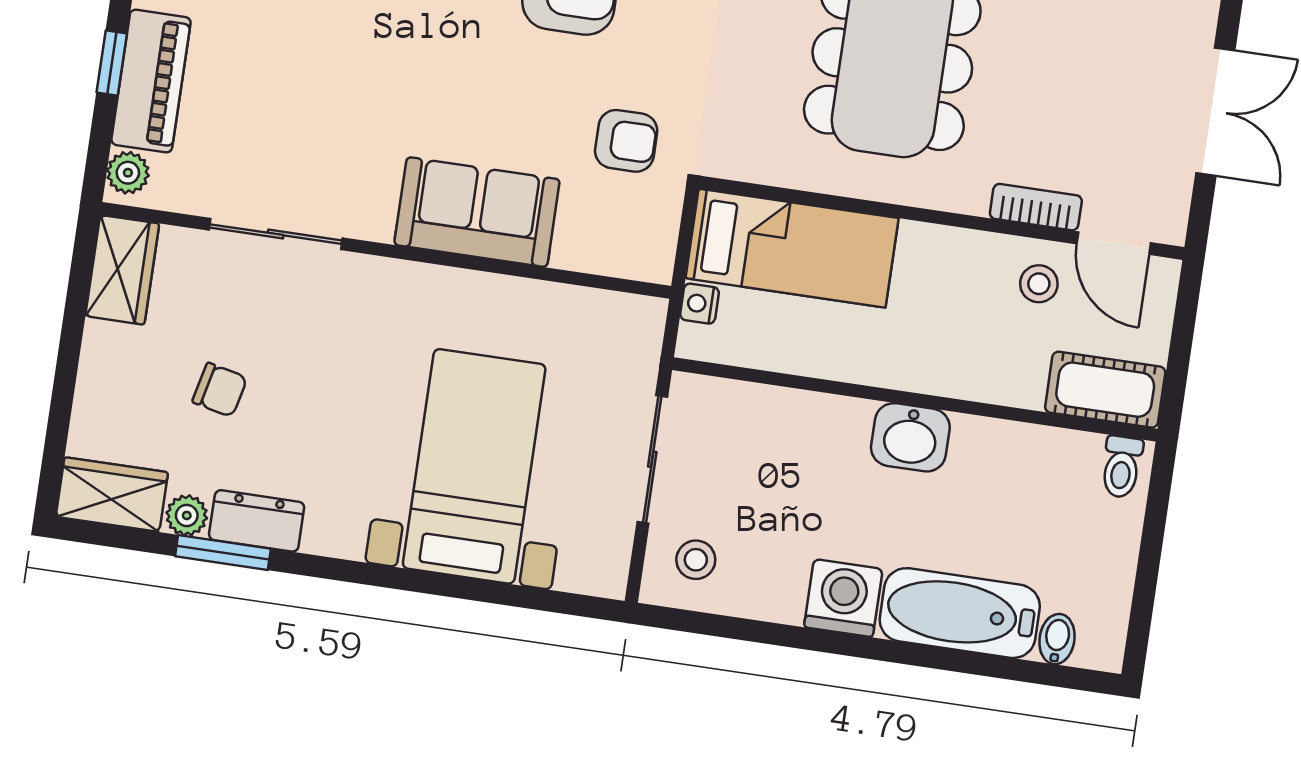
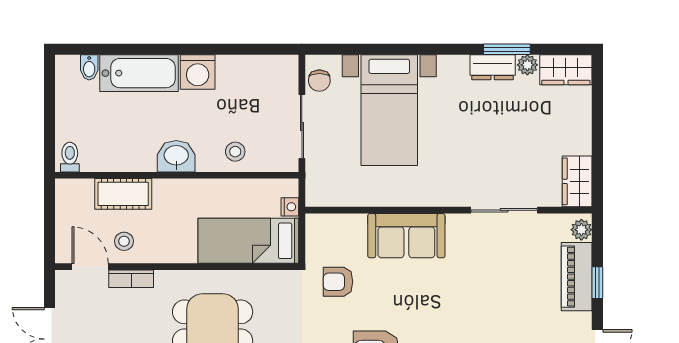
chair: (220, 390) -> (319, 81), moved, turned -103
cot: (1105, 390) -> (123, 194), moved
stool: (696, 560) -> (235, 152), moved

